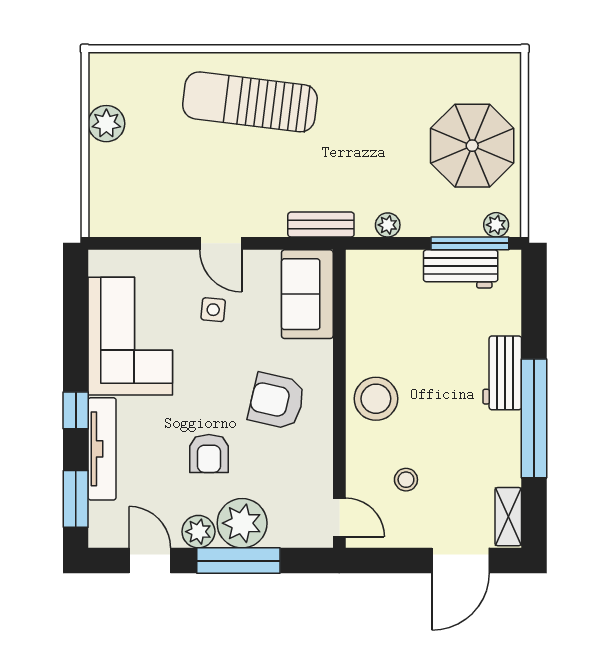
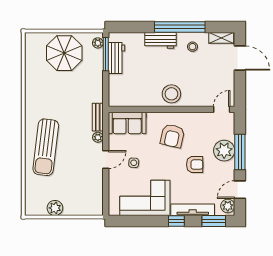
plant: (388, 225) -> (98, 137), moved
stool: (406, 480) -> (192, 47), moved
plant: (198, 532) -> (228, 206), moved

